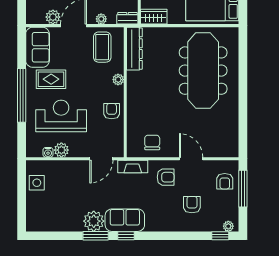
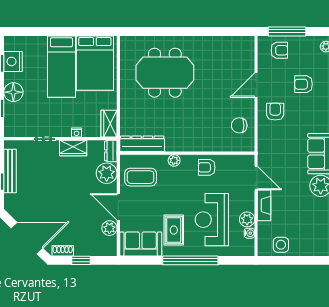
plant: (101, 19) -> (107, 173), width x1.87, depth x1.87
meeting table: (203, 71) -> (165, 73), width x0.73
fireplace: (133, 166) -> (264, 205), moved

